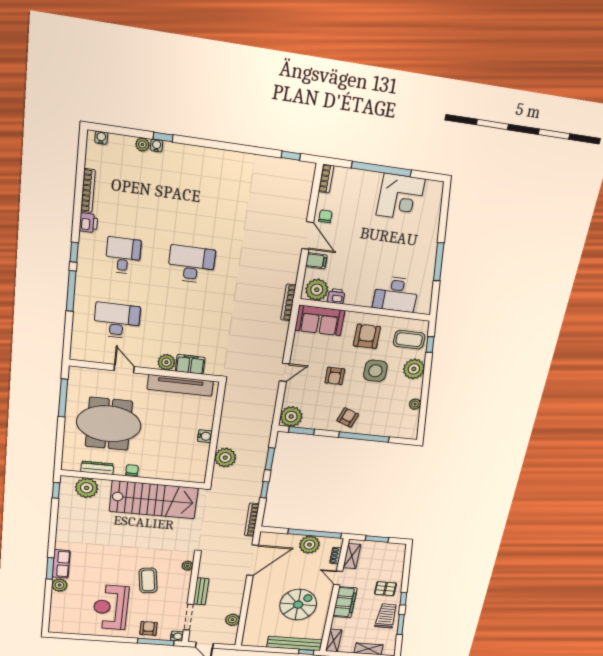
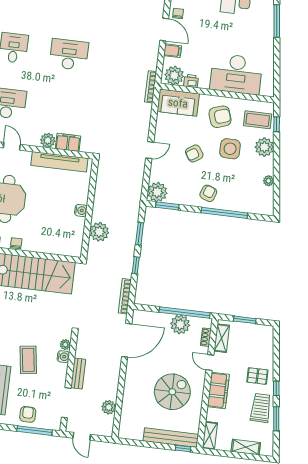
window: (439, 262) -> (277, 21), moved
desk: (396, 294) -> (236, 74), width x1.36, depth x1.30
armchair: (367, 336) -> (220, 117), turned 72
armchair: (335, 376) -> (194, 153), turned 57
water cooler: (177, 636) -> (63, 357), moved

